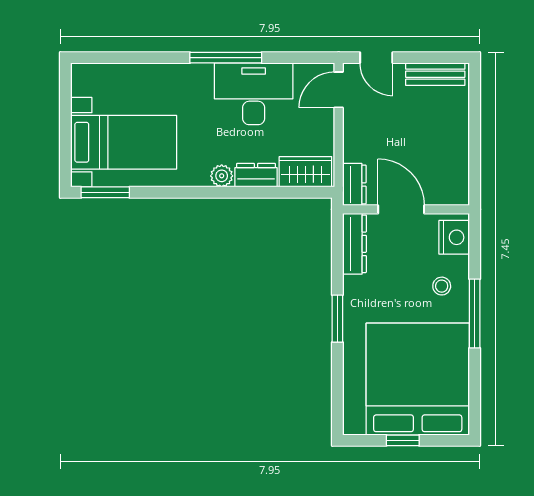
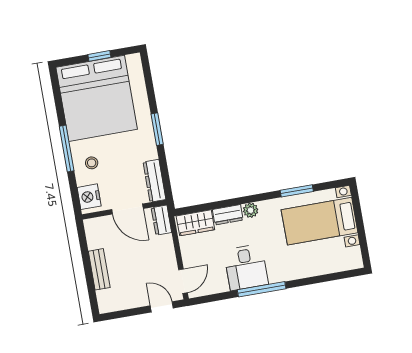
bench: (435, 74) -> (99, 269), moved, turned 90
desk: (254, 94) -> (246, 267), width x0.73
window: (105, 192) -> (297, 191), moved

